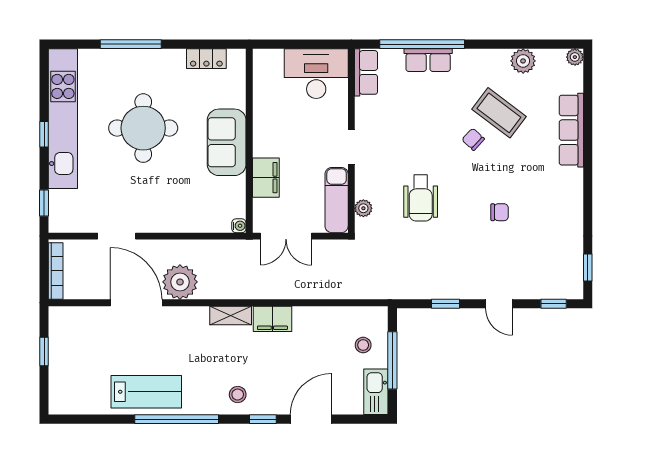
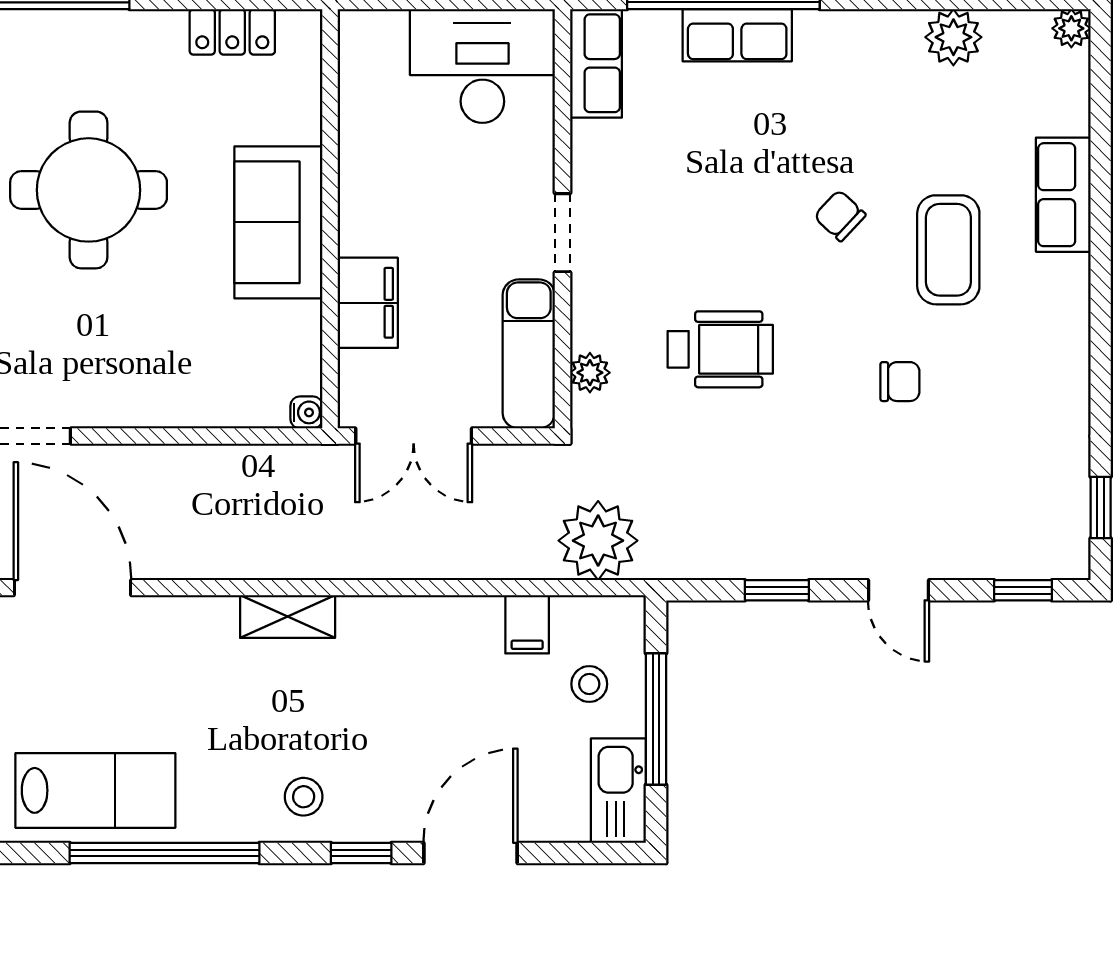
coffee table: (499, 113) -> (948, 250), moved, turned 53
row of seats: (571, 130) -> (1063, 195), width x0.68
wheelchair: (421, 198) -> (720, 349), turned -90
plant: (180, 282) -> (598, 541), moved
filing cabinet: (272, 319) -> (527, 624), moved, width x0.50

